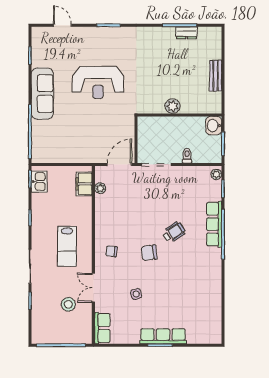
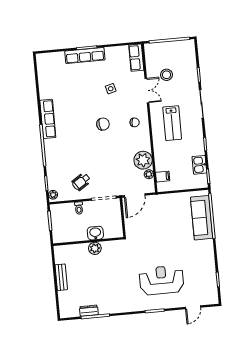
door: (62, 25) -> (193, 307), hinge flipped
reception desk: (98, 83) -> (162, 280), moved
sofa: (42, 94) -> (202, 218), moved
washbasin: (214, 126) -> (95, 233), moved, turned -90
kitchen sink: (39, 182) -> (199, 165), moved
filing cabinet: (84, 184) -> (163, 177), width x0.50
plant: (106, 206) -> (143, 160), added
row of seats: (214, 224) -> (48, 119), moved
wheelchair: (174, 232) -> (81, 182), moved
lab bench: (67, 246) -> (172, 123), turned 180

